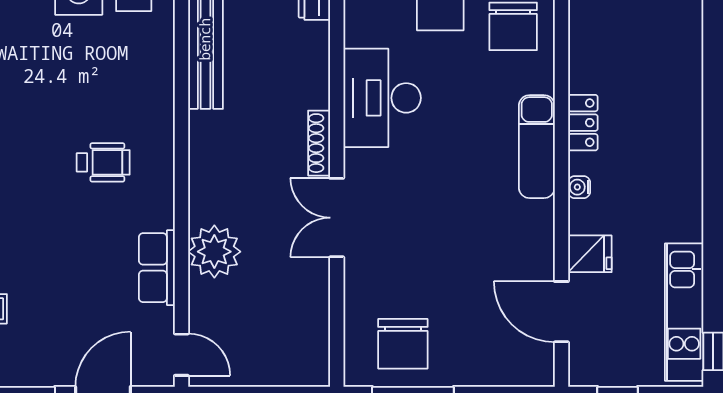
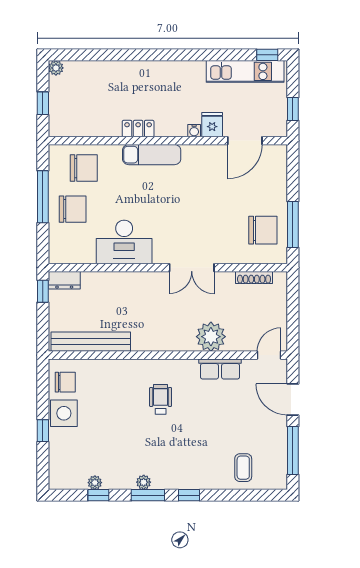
shoe rack: (319, 143) -> (254, 278), moved
water cooler: (579, 187) -> (194, 131), moved

